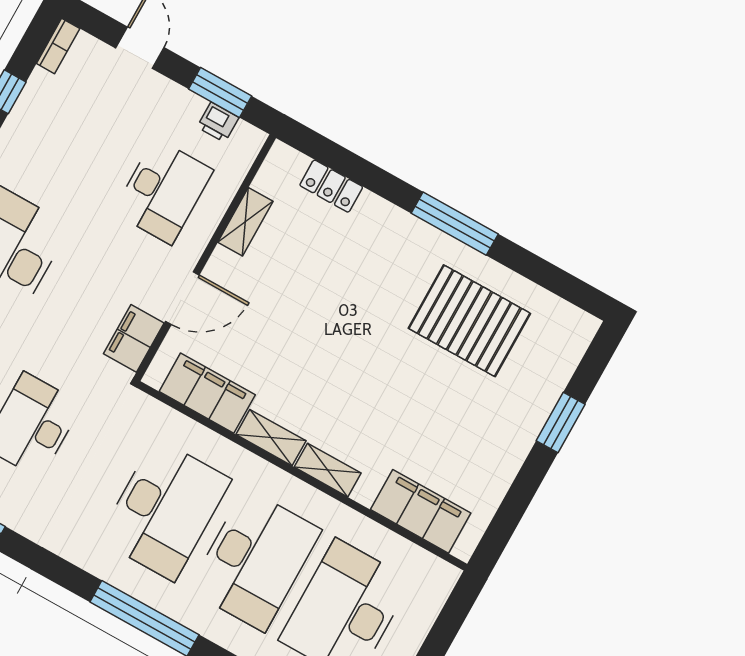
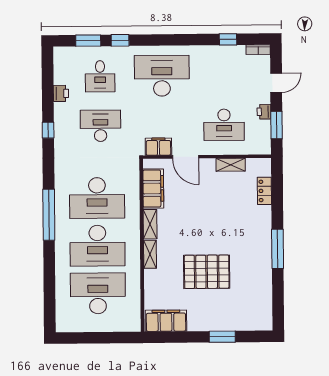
printer: (218, 122) -> (264, 112), moved
pallet: (469, 321) -> (207, 272), moved, turned 90
filing cabinet: (421, 511) -> (166, 321), moved, turned -90

